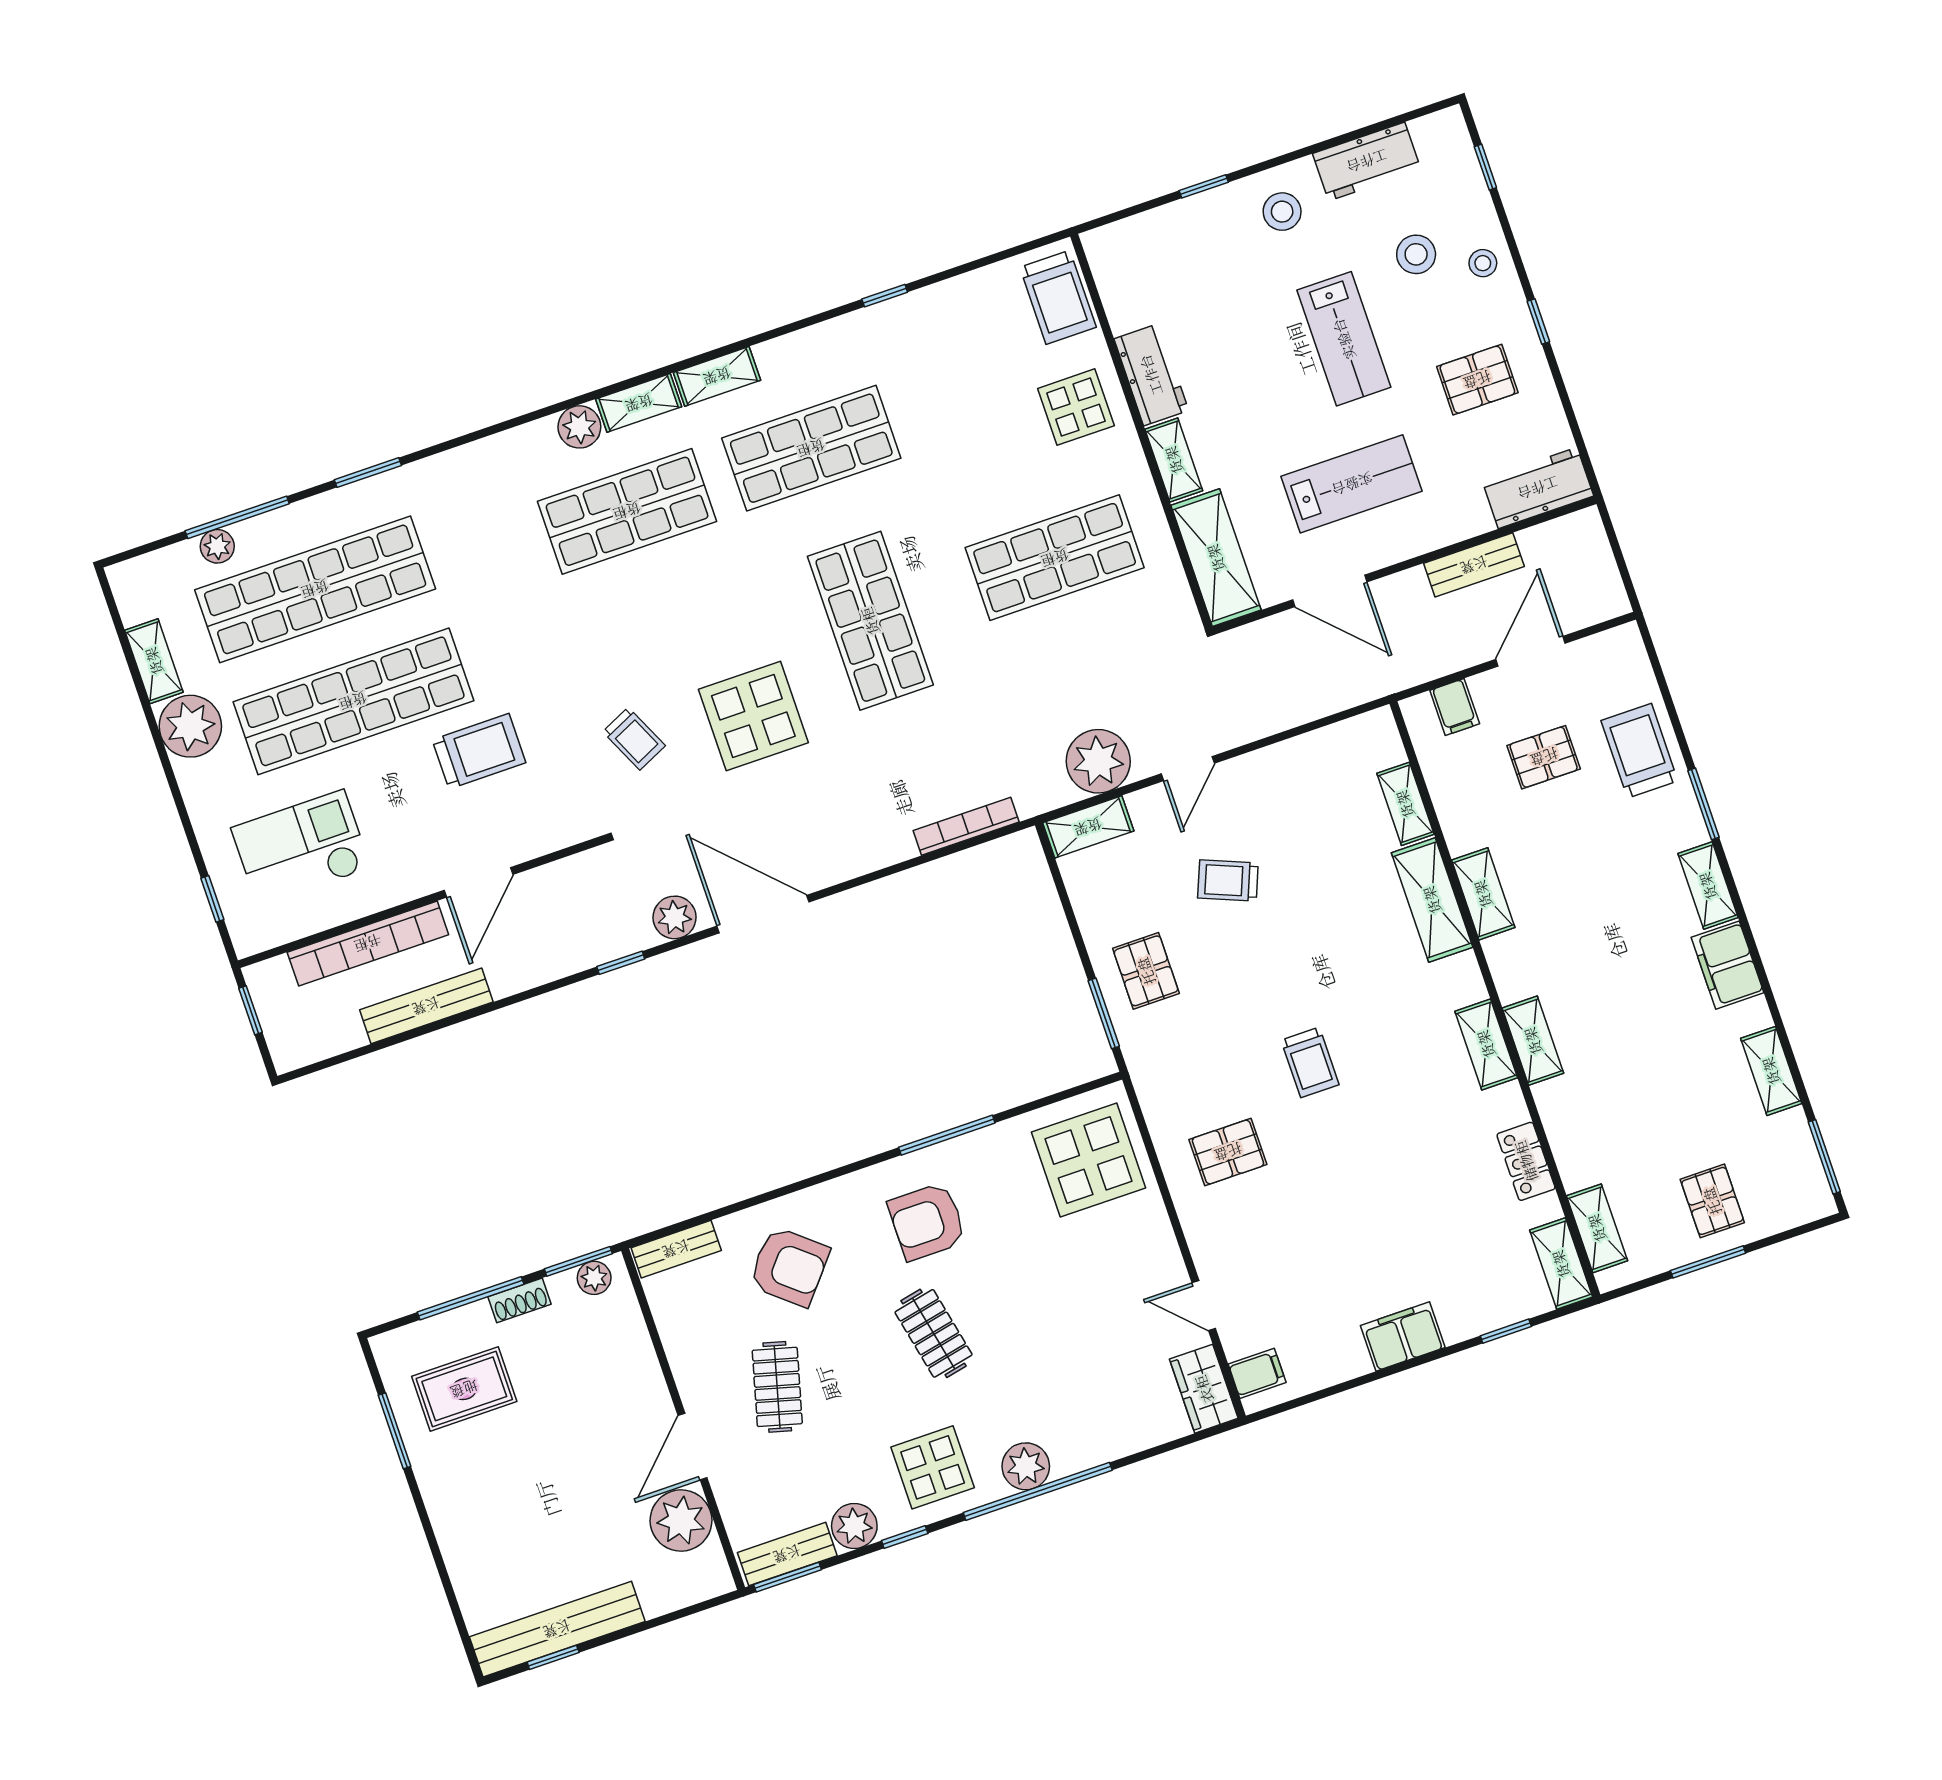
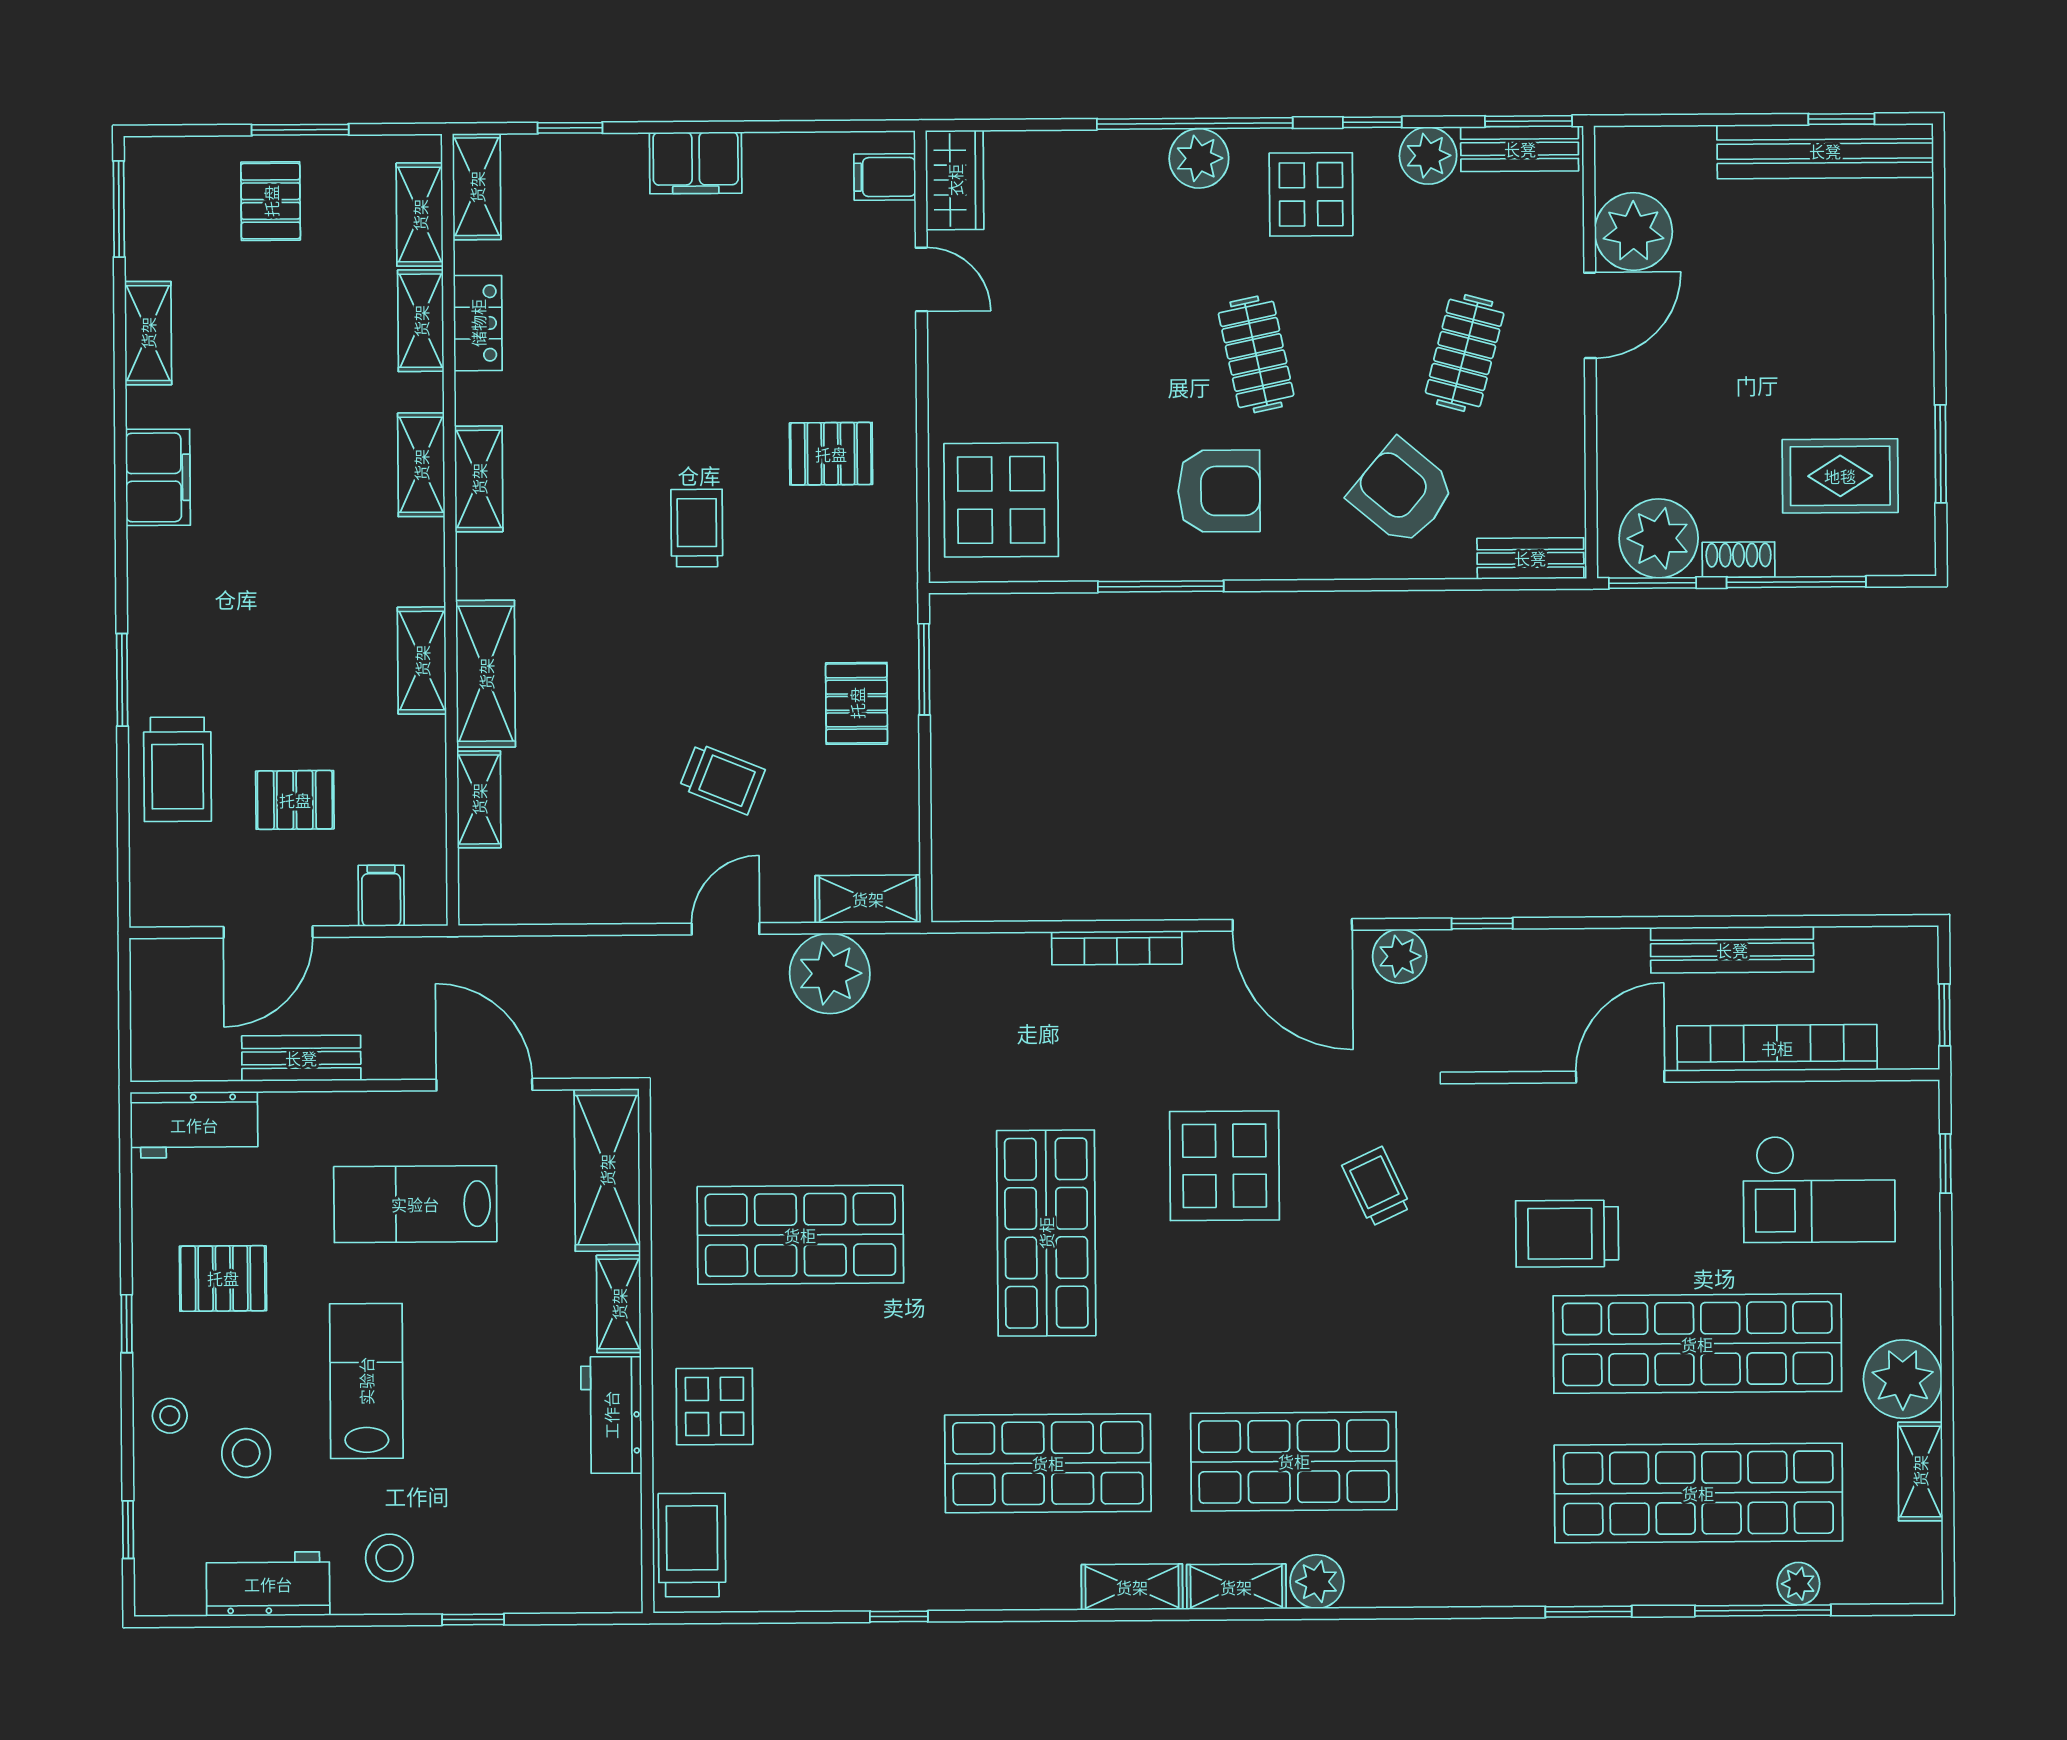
bookcase: (966, 826) -> (1117, 948), moved
shelving: (1708, 886) -> (421, 321), moved
plant: (594, 1278) -> (1659, 538), width x1.88, depth x1.88

